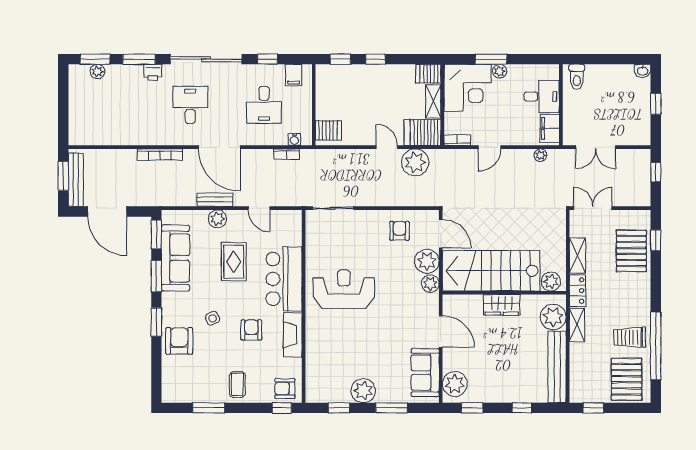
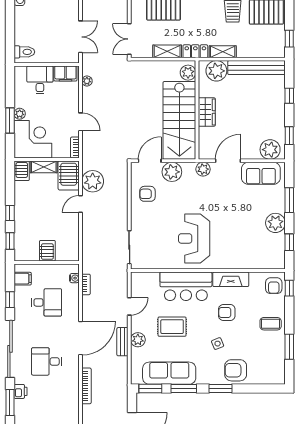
server rack: (328, 130) -> (47, 251), moved
plant: (430, 284) -> (203, 169), moved

